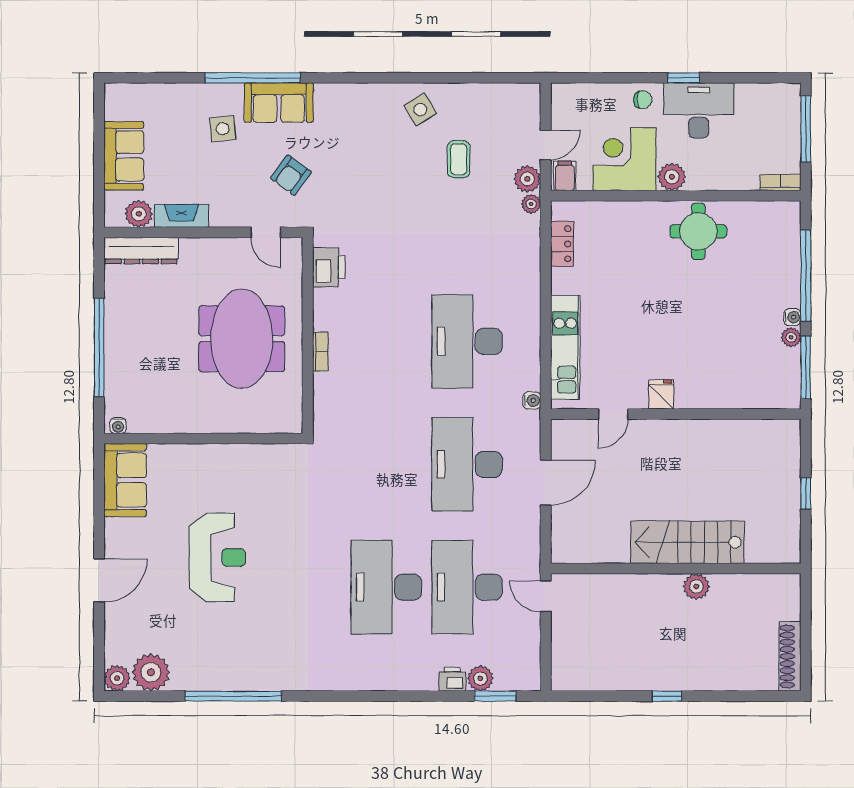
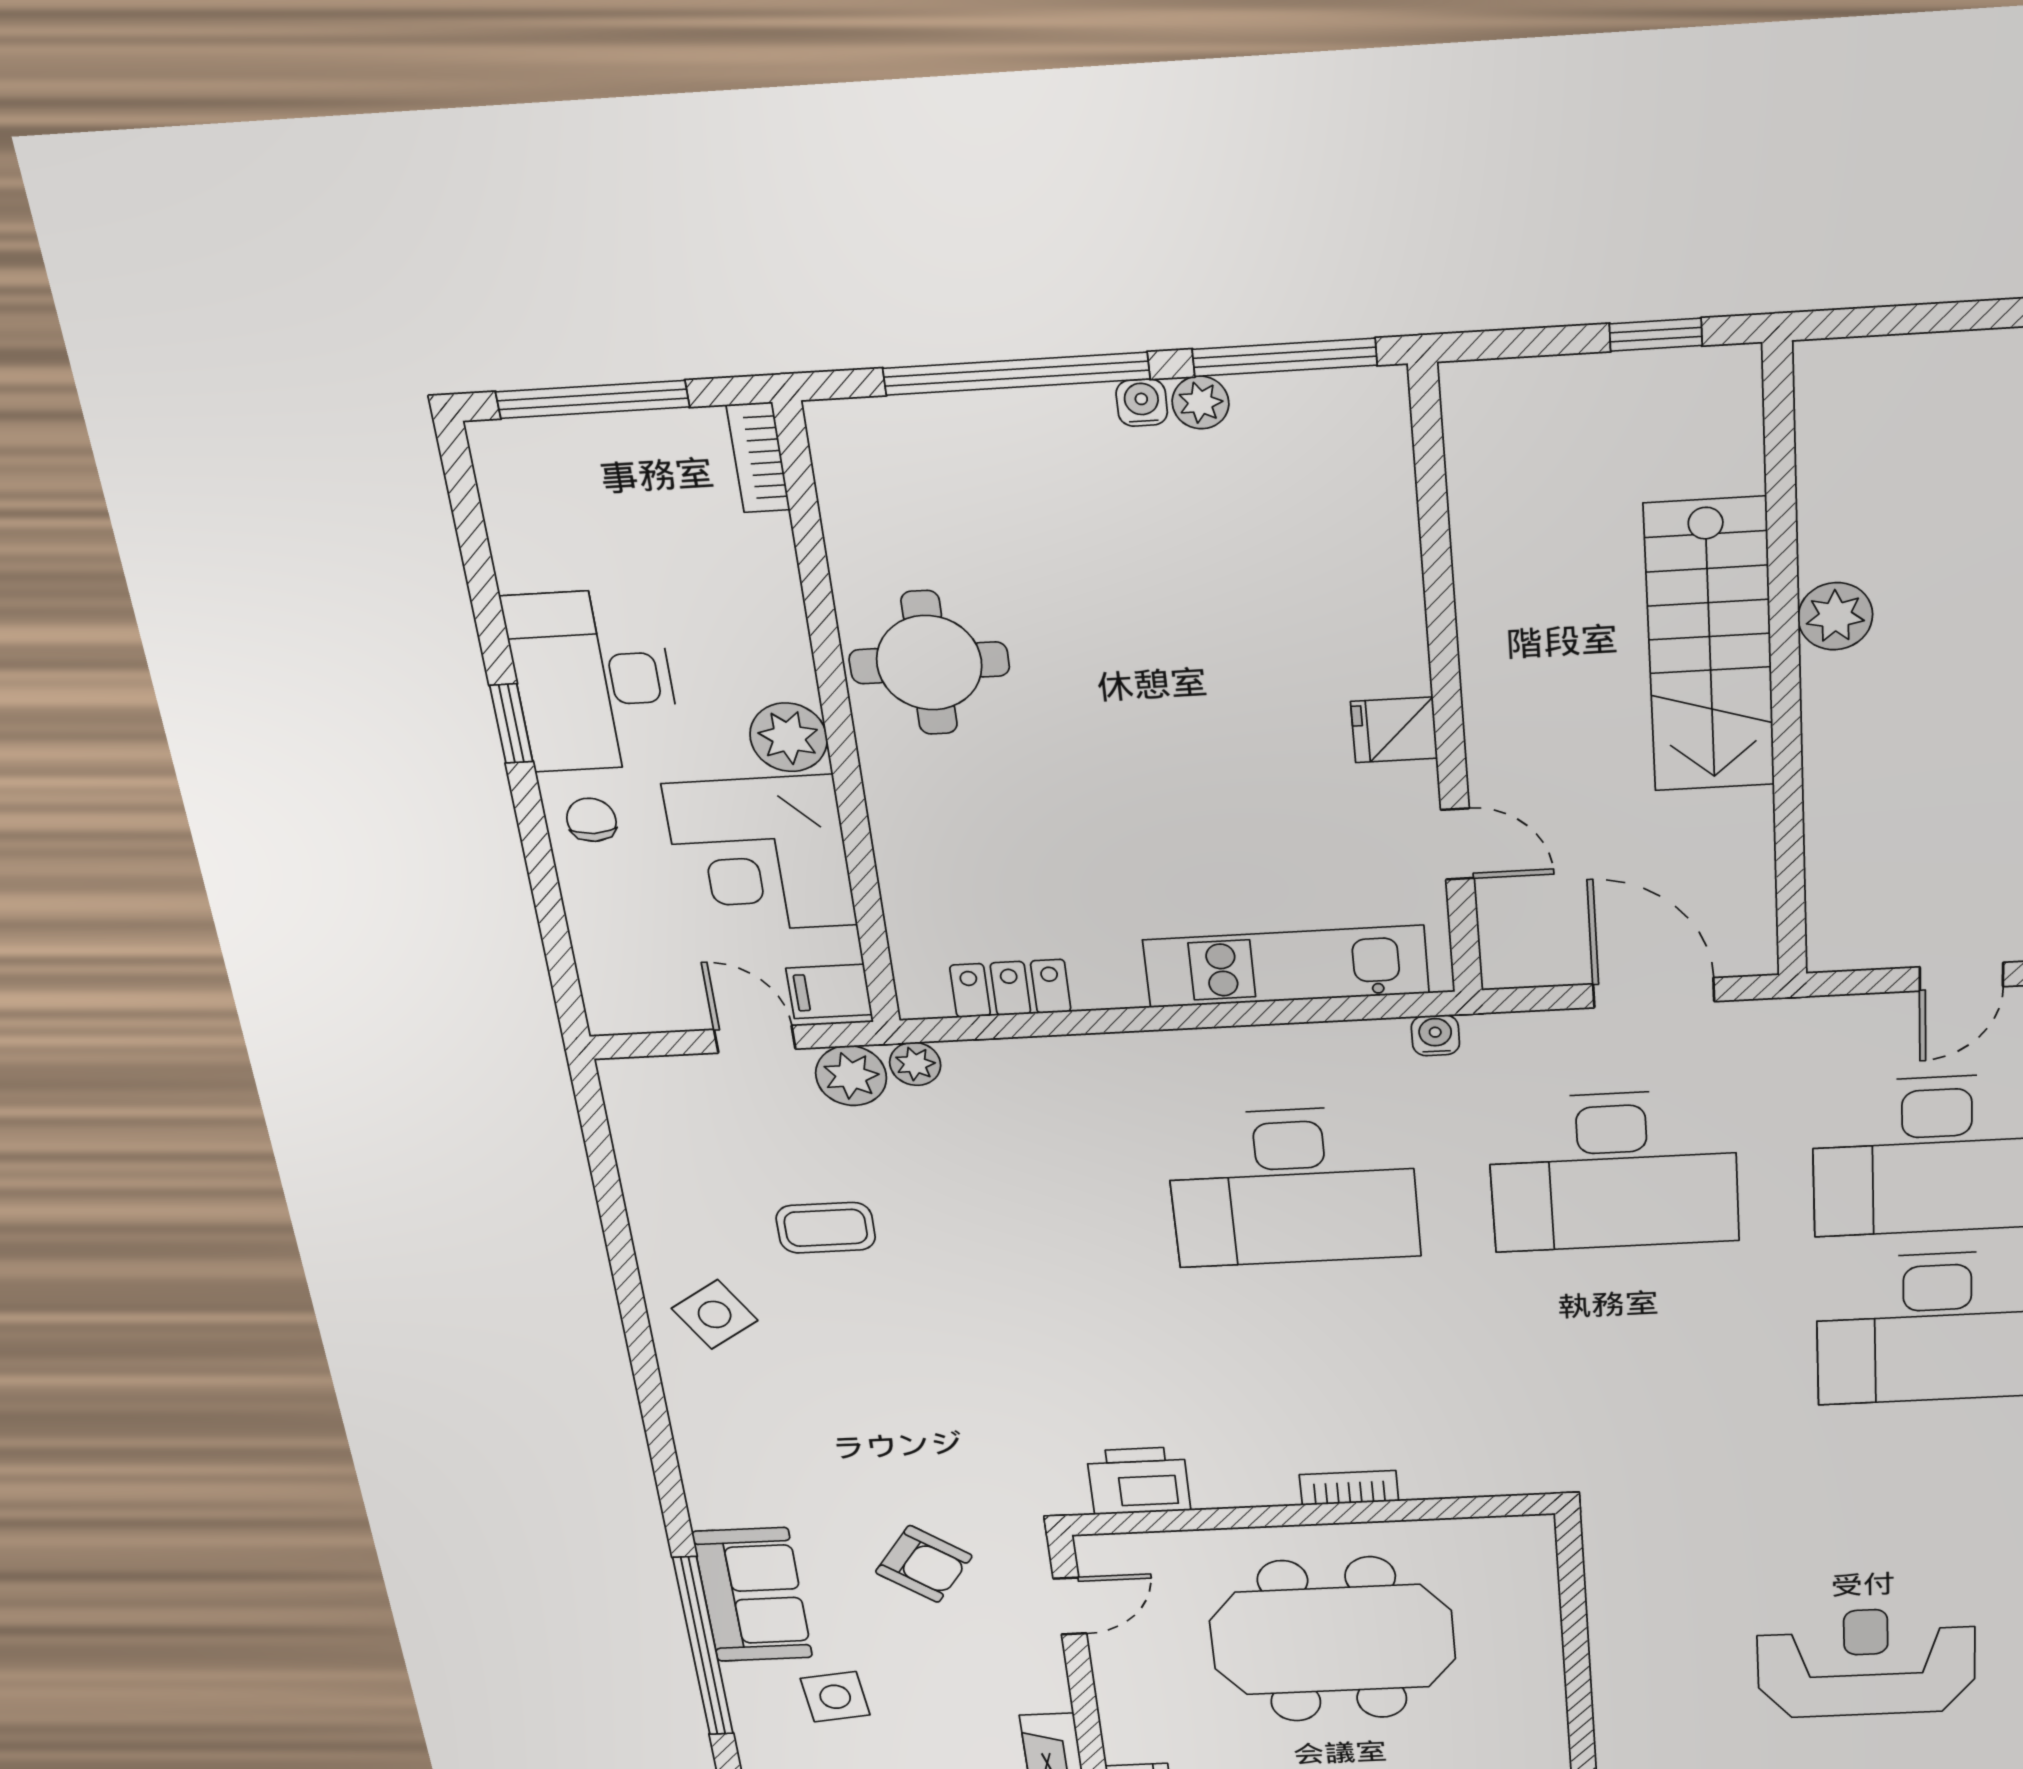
stairs: (687, 542) -> (1710, 646), moved
wall: (676, 569) -> (1785, 672), moved
plant: (696, 586) -> (1835, 616), moved

